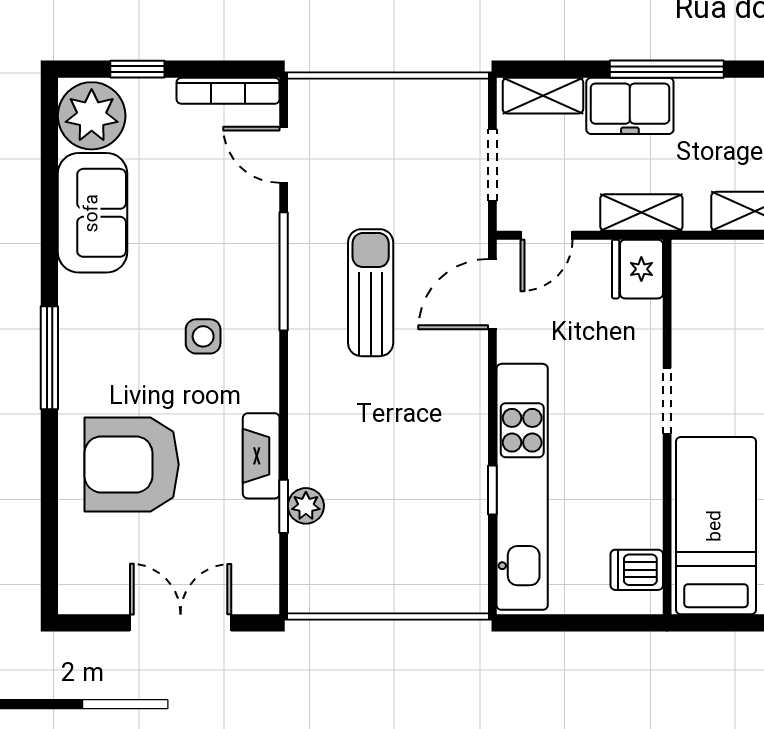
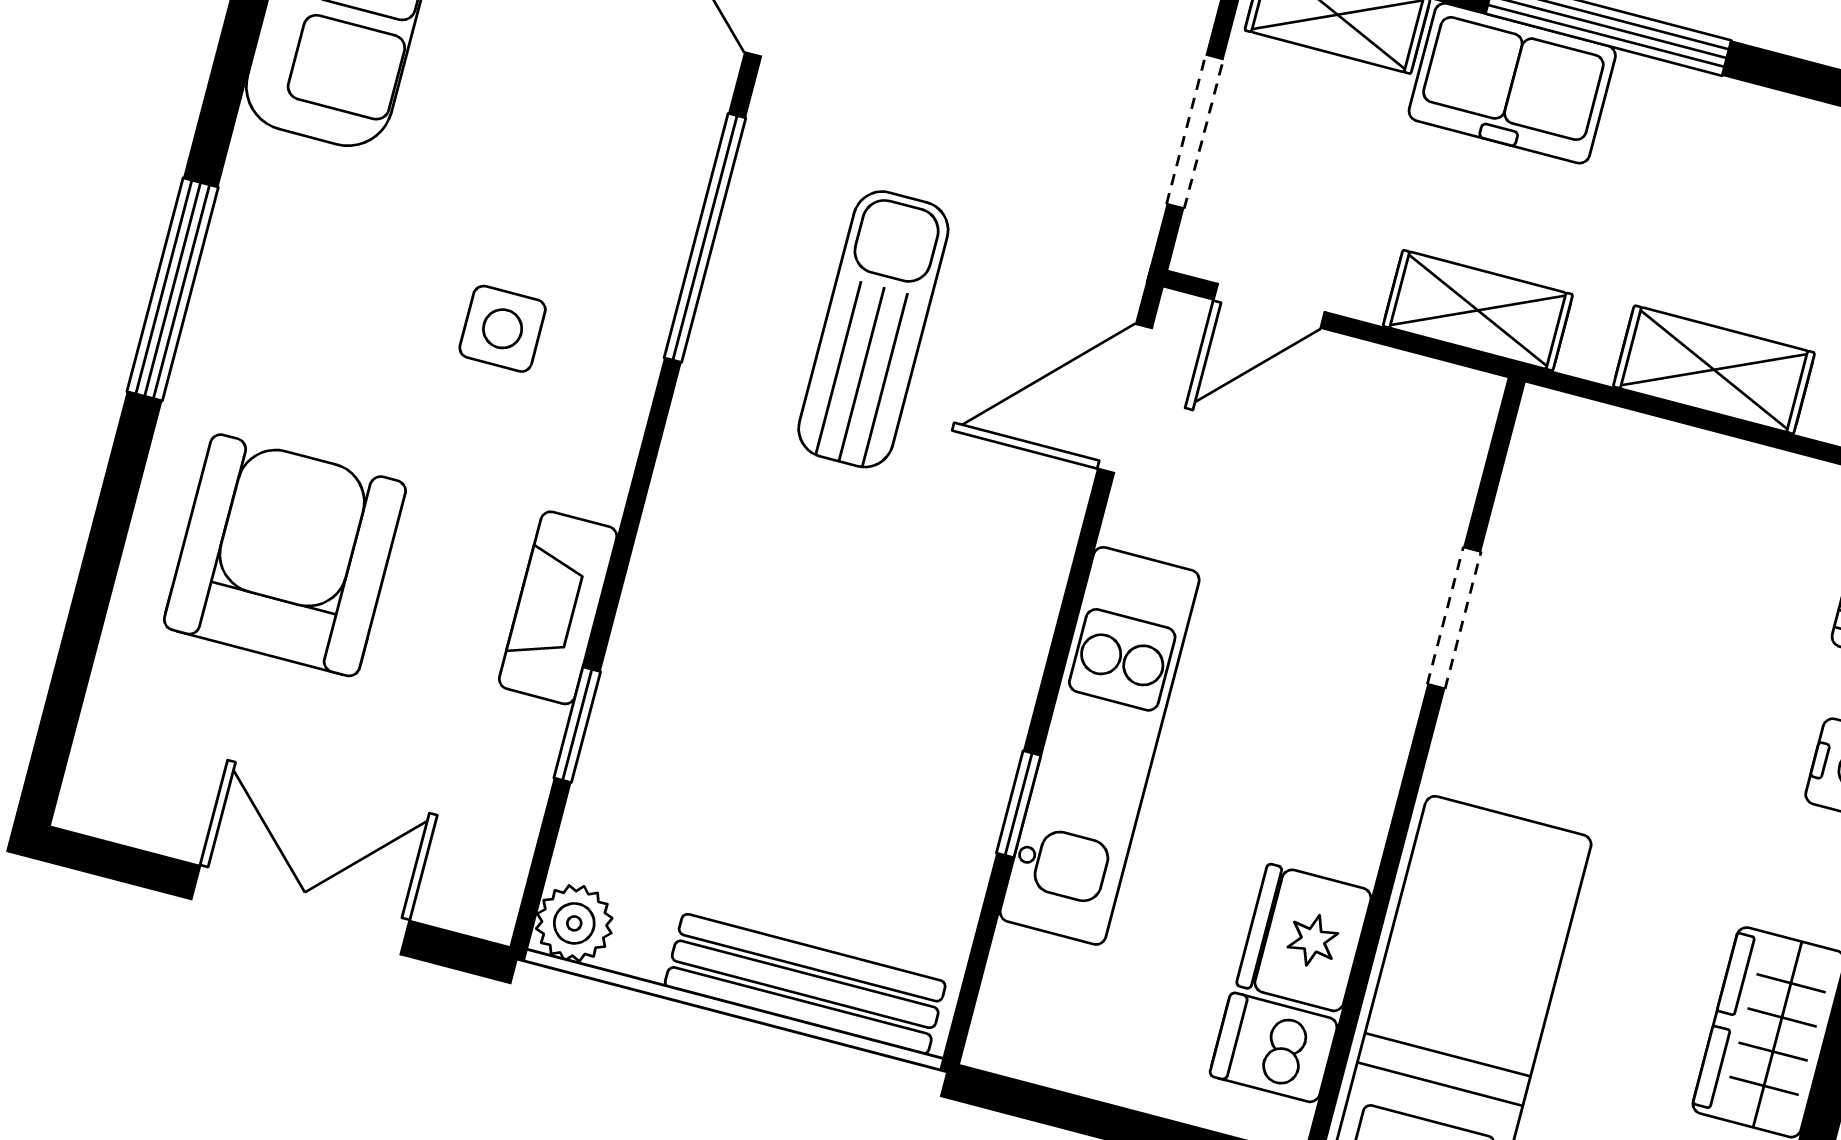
fridge: (637, 269) -> (1304, 938), moved
doorway: (667, 401) -> (1454, 618), moved
armchair: (132, 464) -> (285, 555), turned 90
kitchen unit: (522, 487) -> (1100, 746), width x0.73
plant: (306, 506) -> (574, 923), moved
bench: (417, 597) -> (805, 984), added

